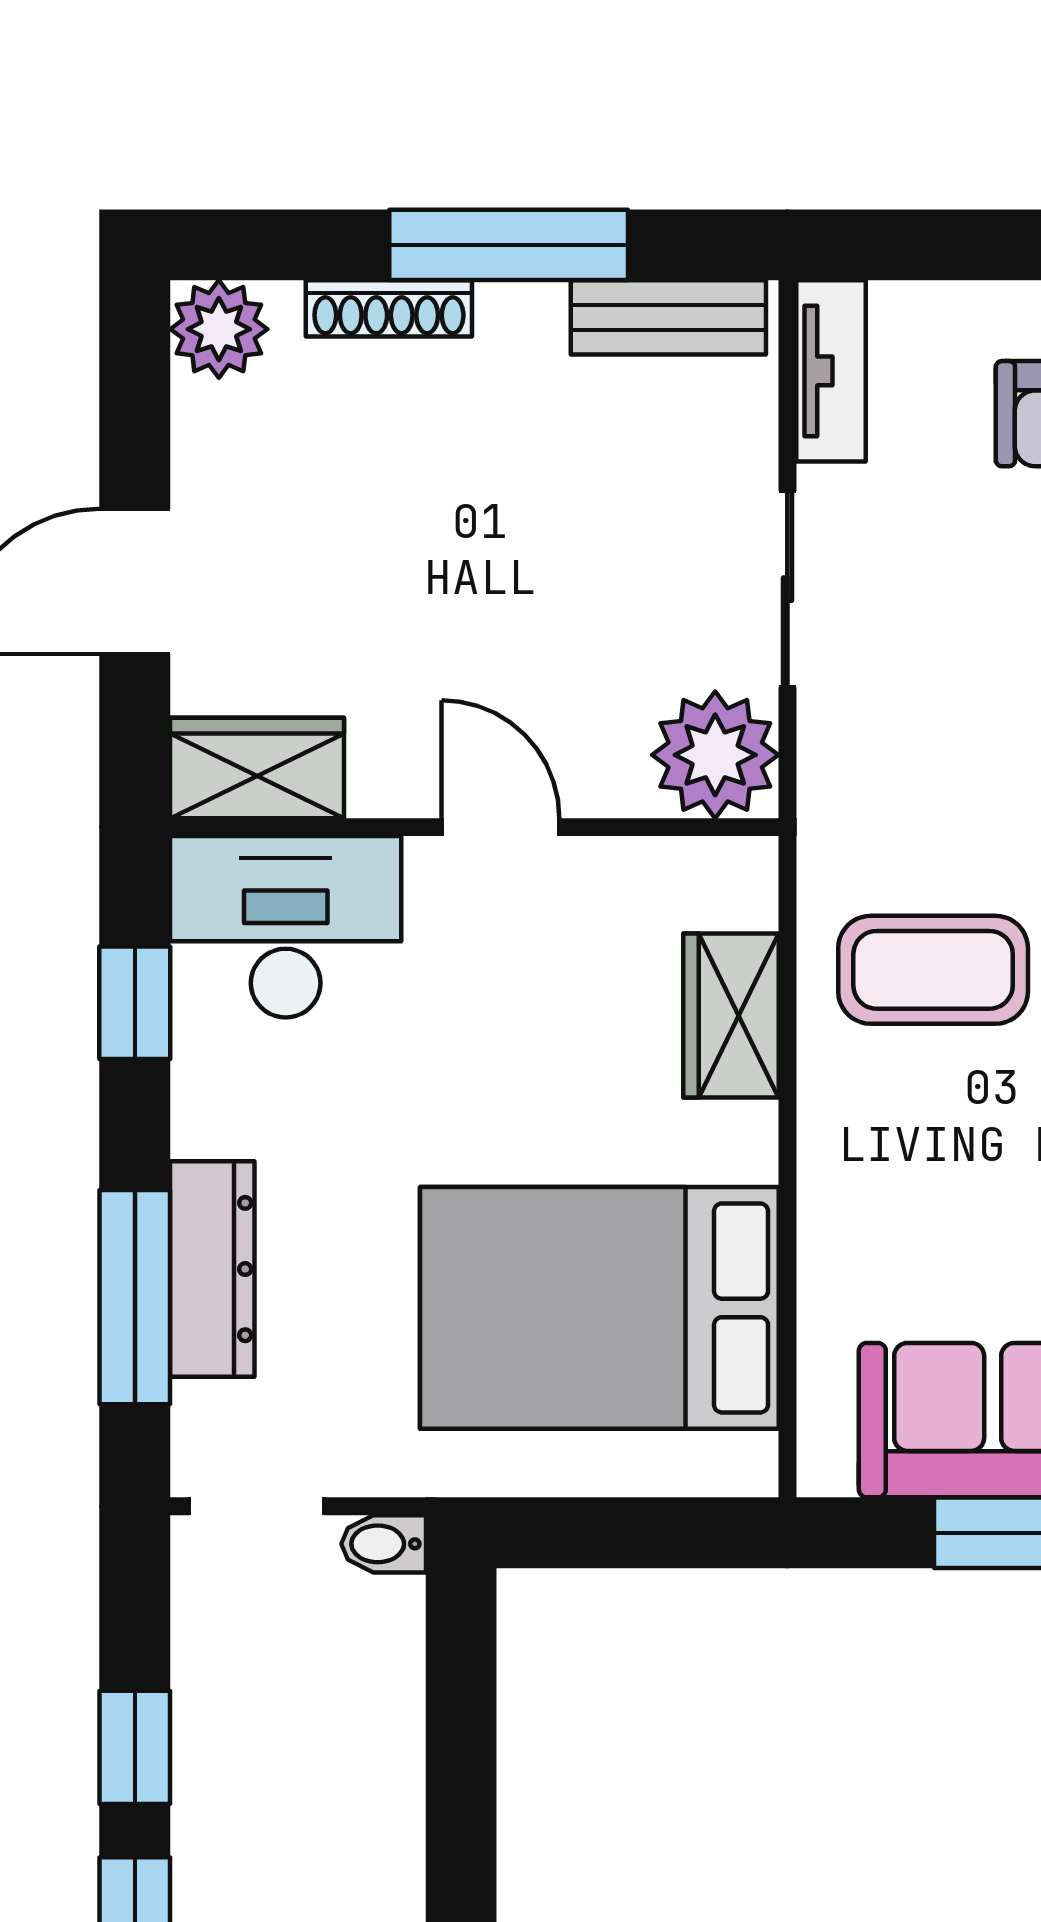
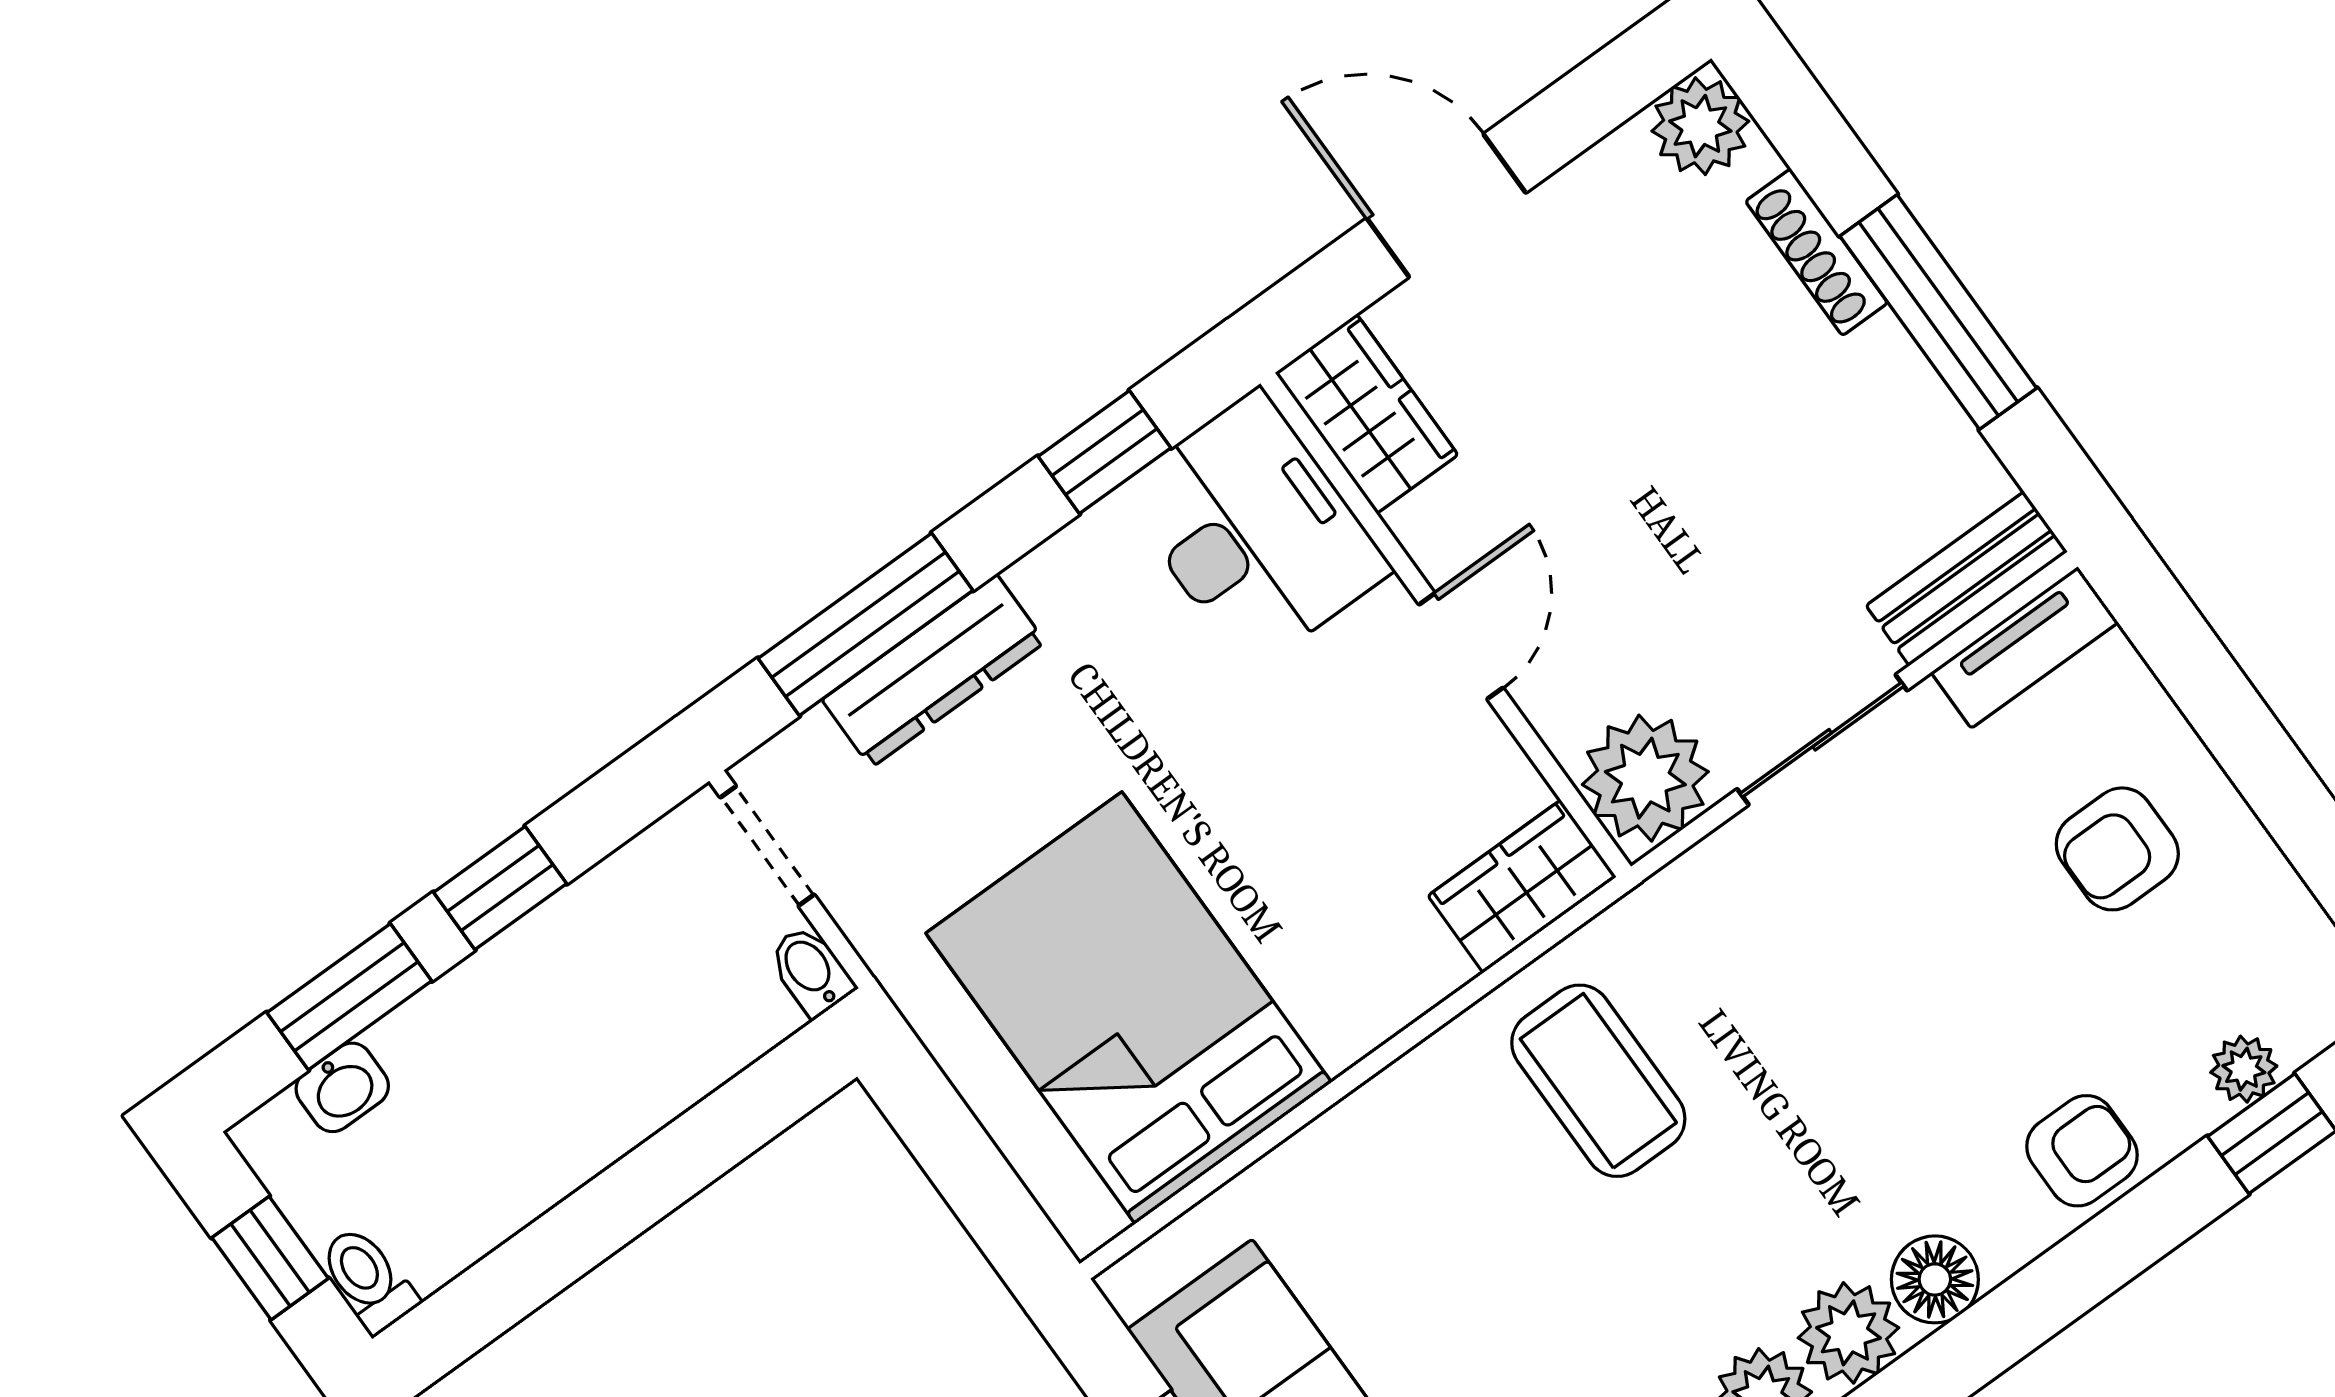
bench: (668, 317) -> (1967, 579), moved, turned 90
wardrobe: (731, 1015) -> (1522, 886), moved

